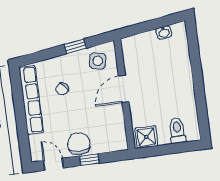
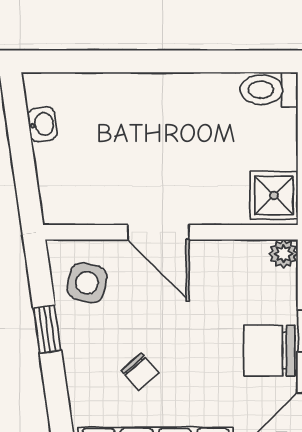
toilet: (177, 131) -> (269, 90), moved
plant: (121, 144) -> (283, 254), added

